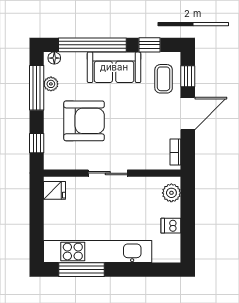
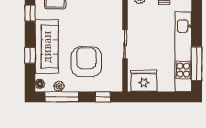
window: (92, 45) -> (30, 56), width x0.32
sofa: (114, 67) -> (47, 47), width x1.36
fridge: (54, 190) -> (144, 81), width x1.88, depth x1.34

